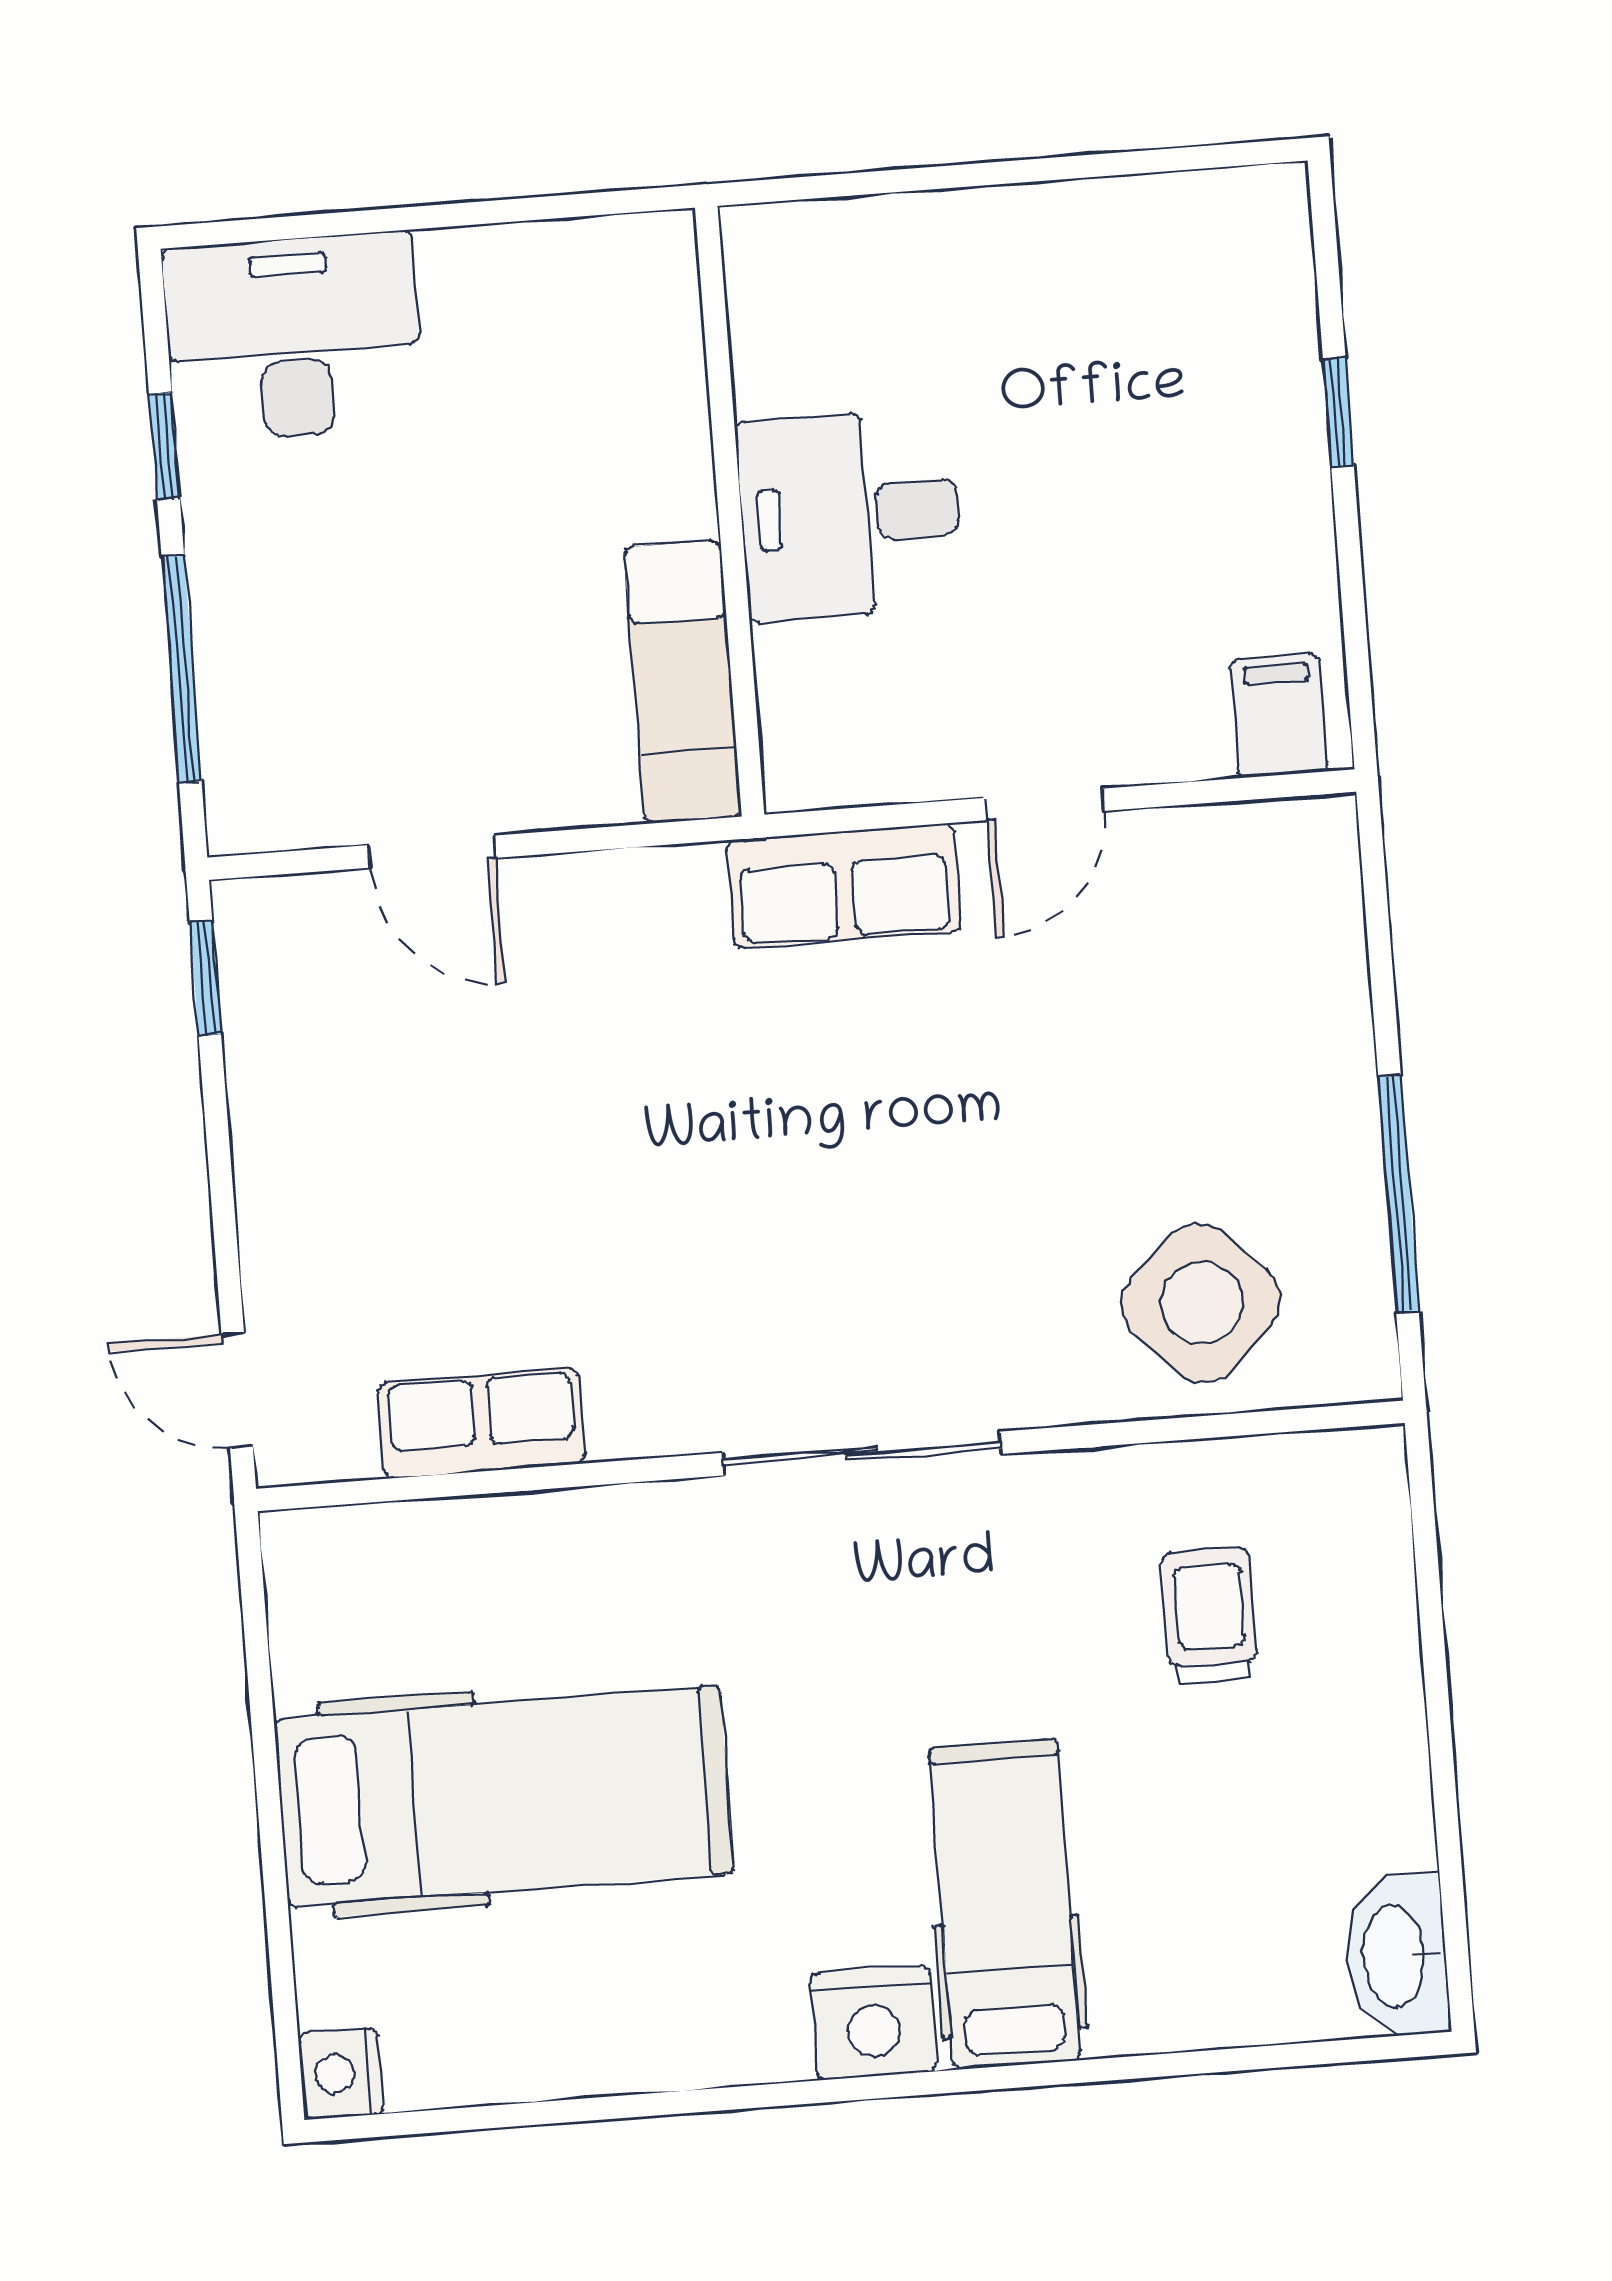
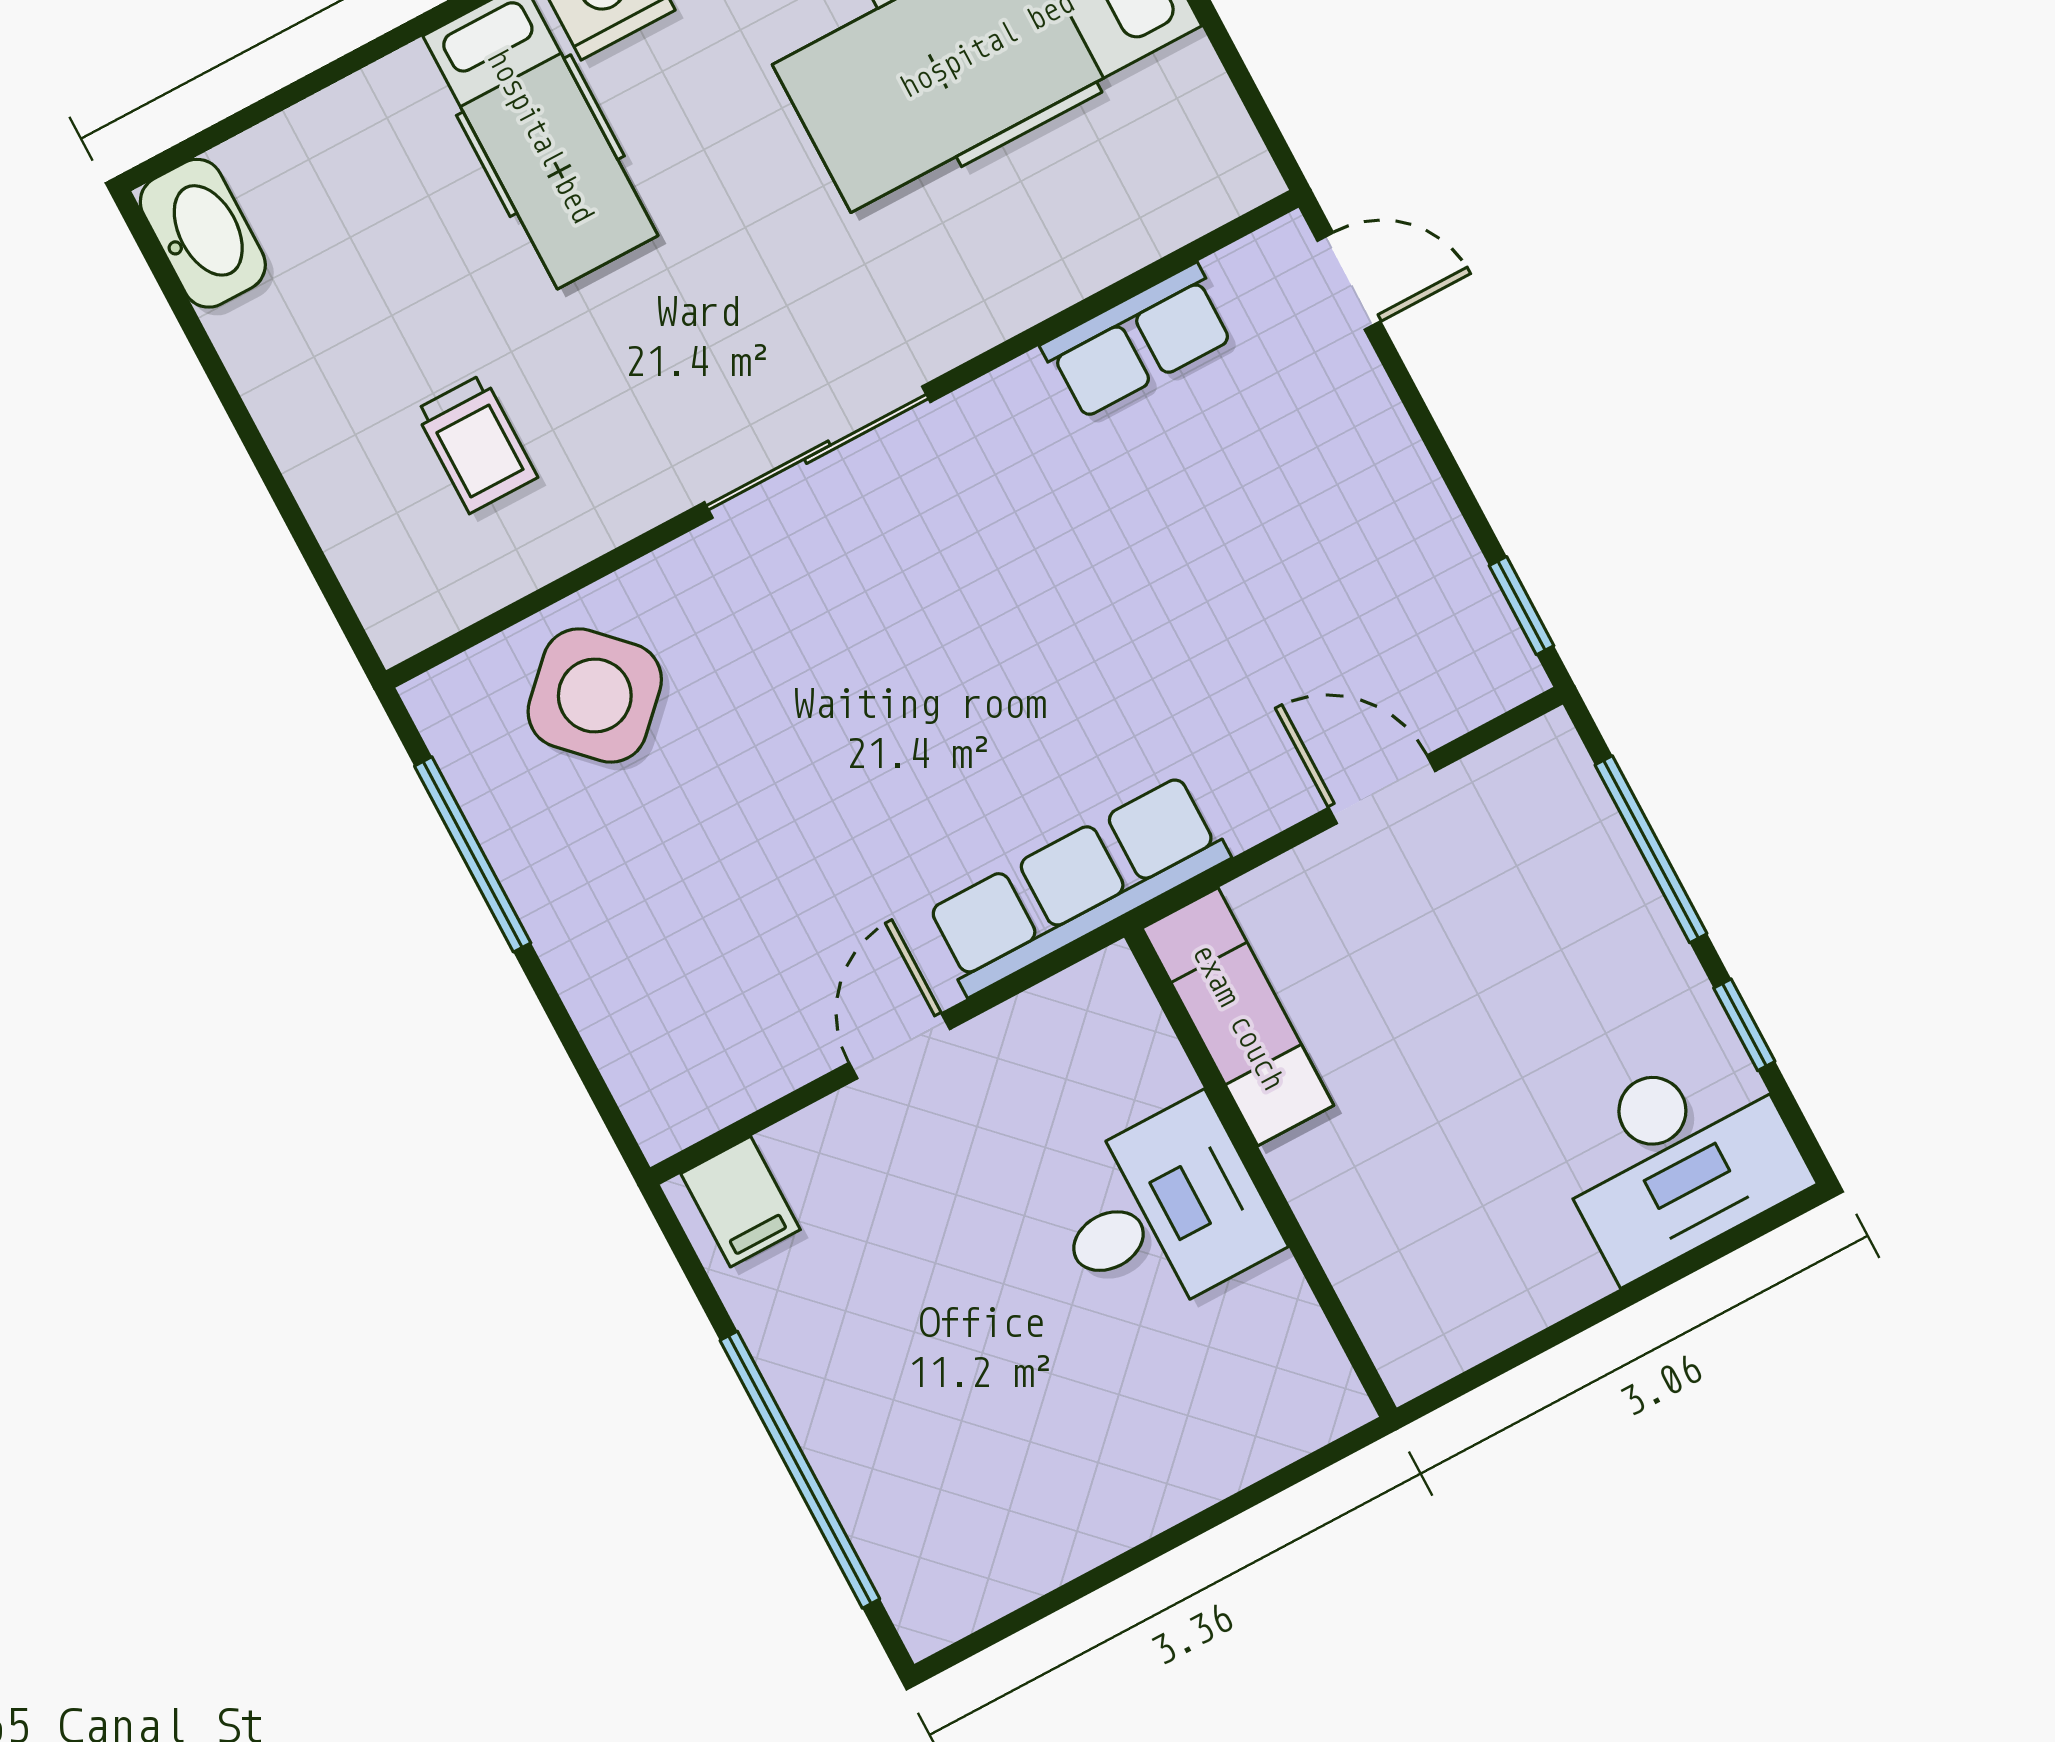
window: (1338, 412) -> (800, 1470), width x3.17
row of seats: (844, 886) -> (1077, 885), width x1.48

